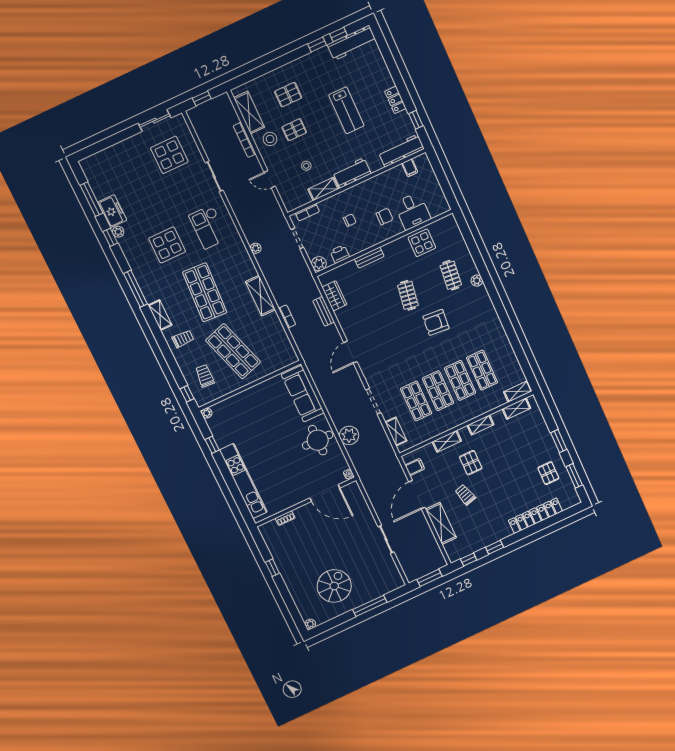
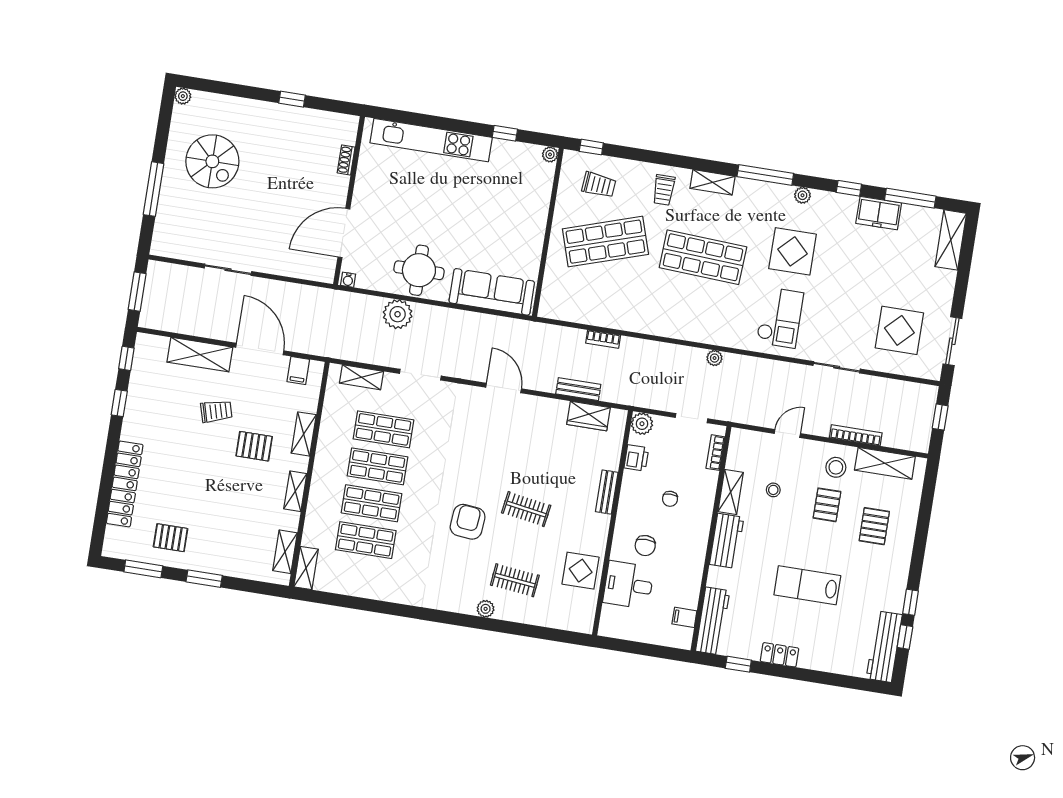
checkout: (208, 227) -> (780, 318), turned 90
plant: (118, 232) -> (802, 195), moved
shelving: (260, 296) -> (951, 240), moved, turned 90

